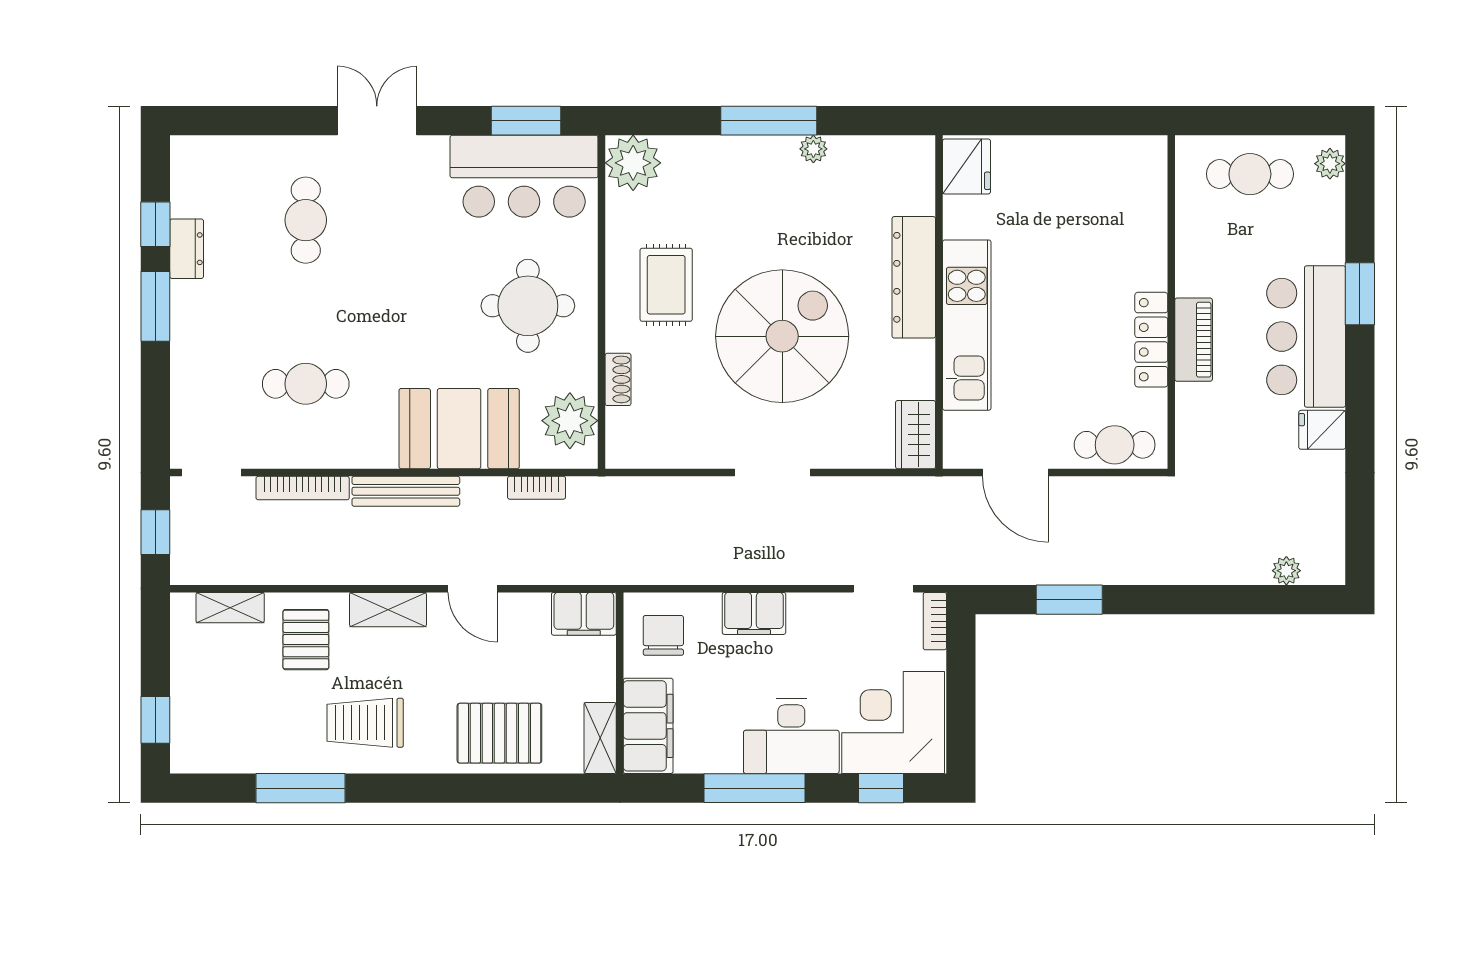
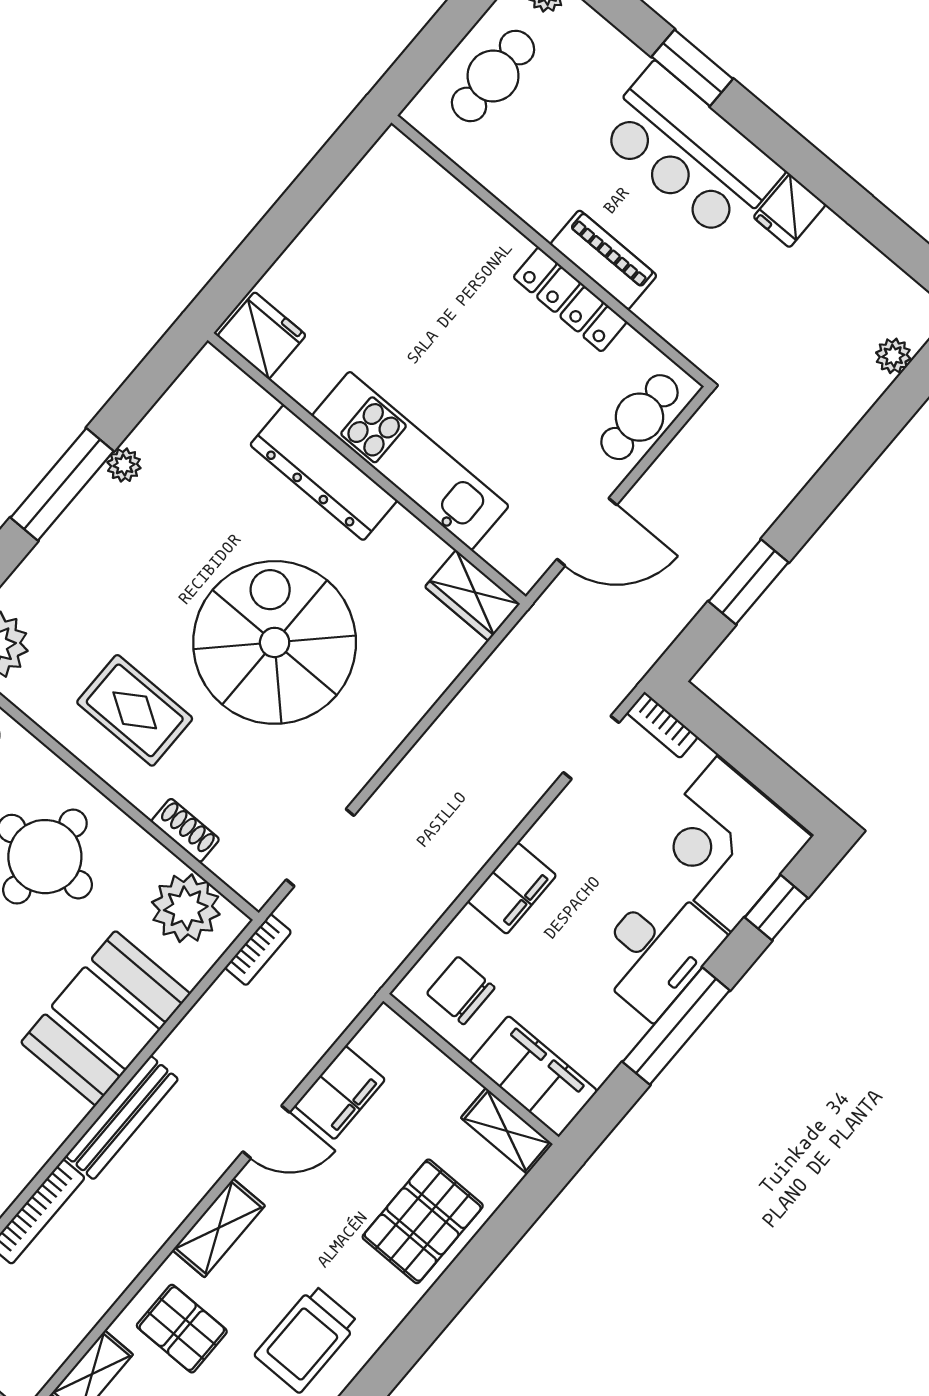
doorway: (772, 473) -> (320, 848), moved
bookcase: (537, 488) -> (258, 950), moved
filing cabinet: (584, 614) -> (340, 1093), moved

